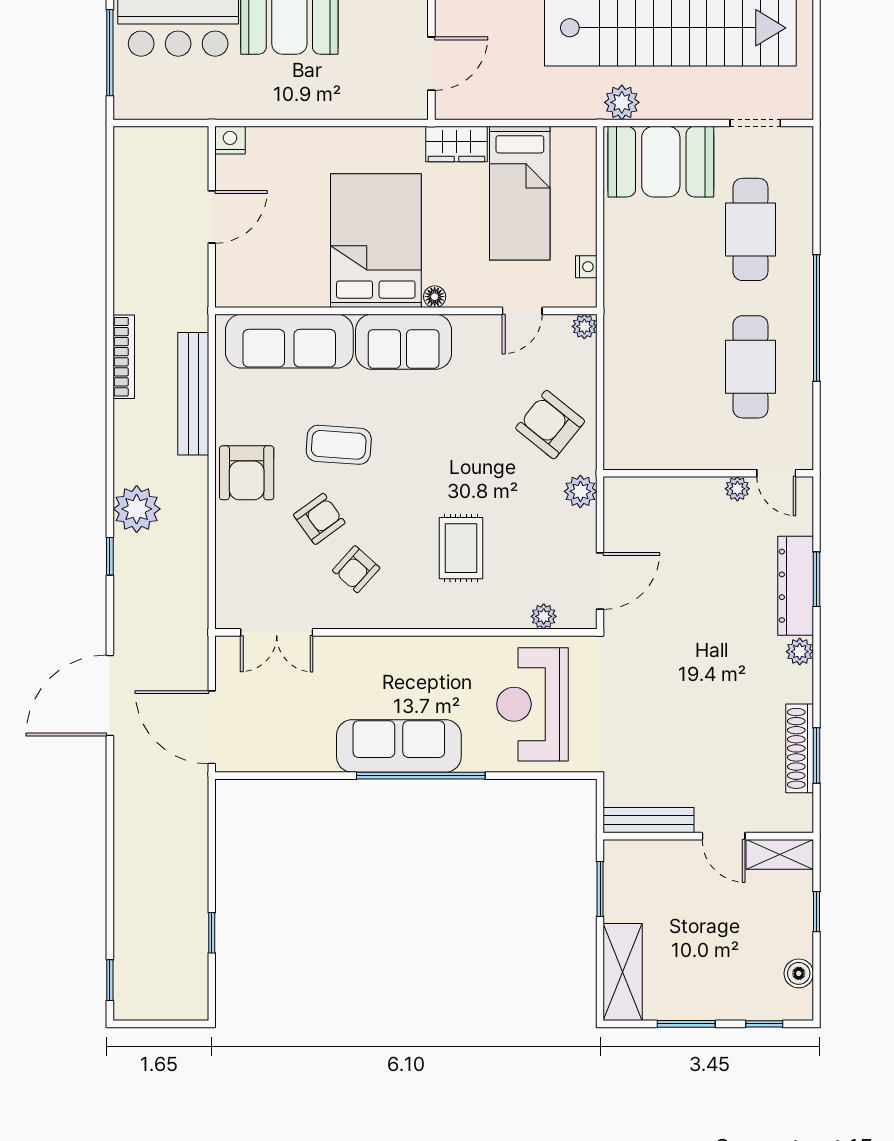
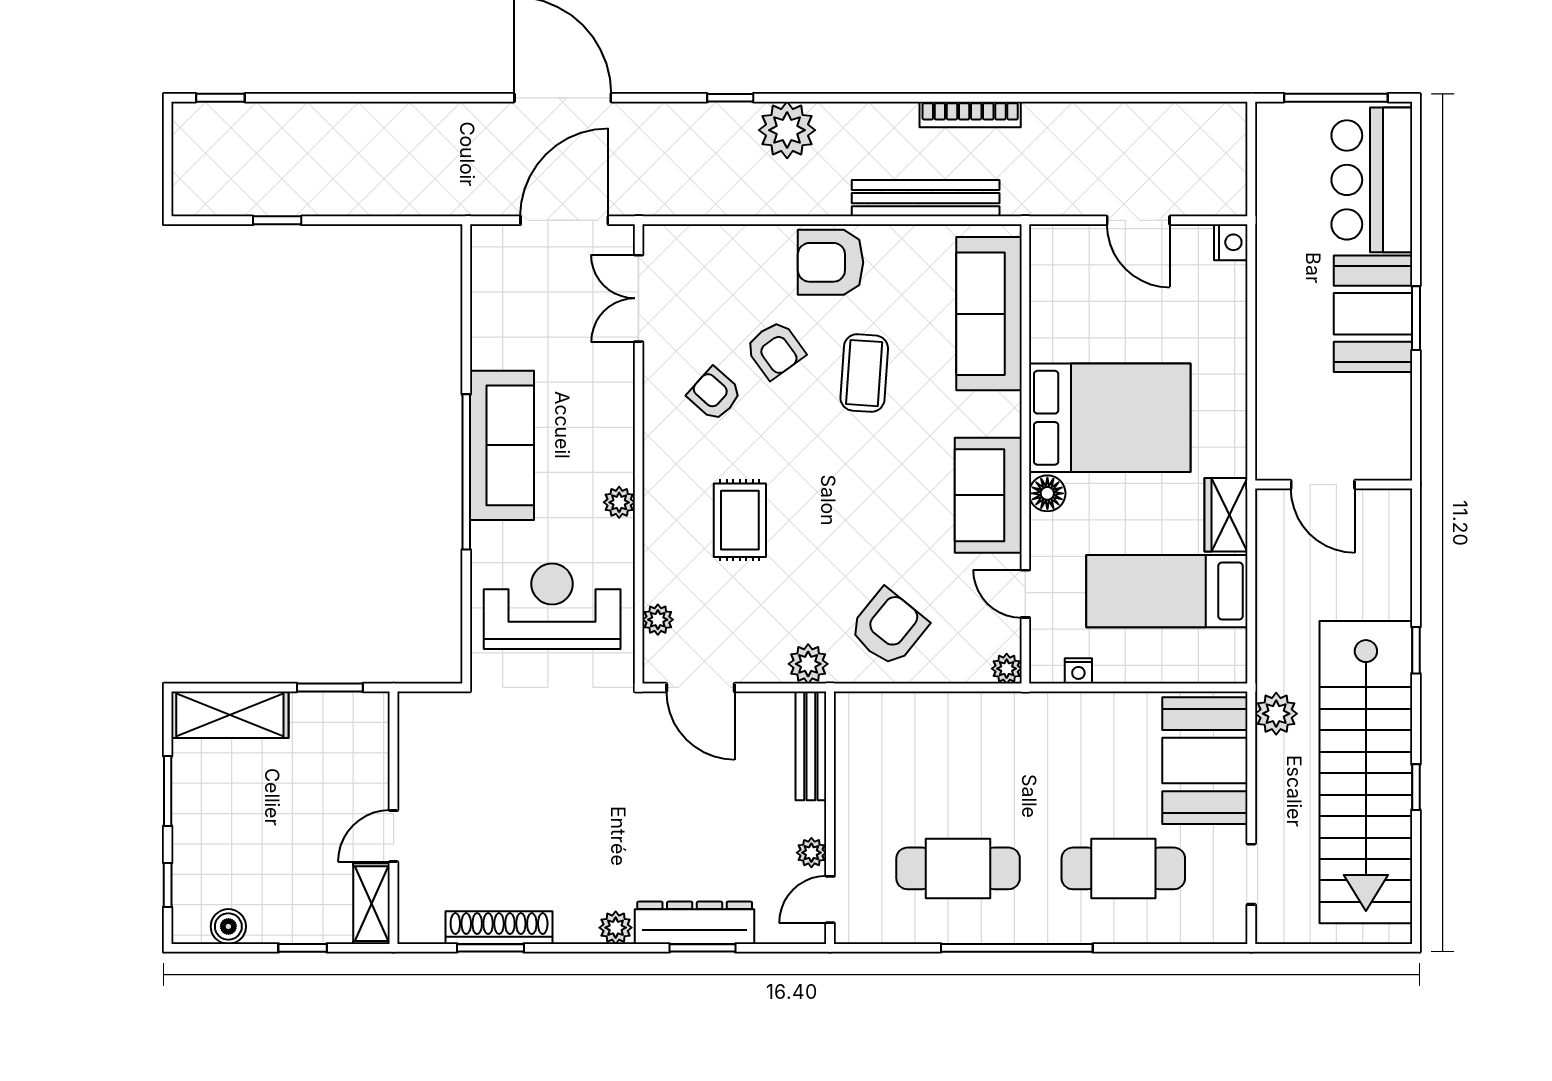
floor lamp: (435, 297) -> (1047, 493), width x1.37, depth x1.37
sofa: (404, 342) -> (988, 495), moved
rug: (461, 548) -> (740, 520), turned 90
plant: (446, 649) -> (619, 502), added
door: (212, 727) -> (564, 220), moved
bench: (649, 820) -> (811, 746), moved

